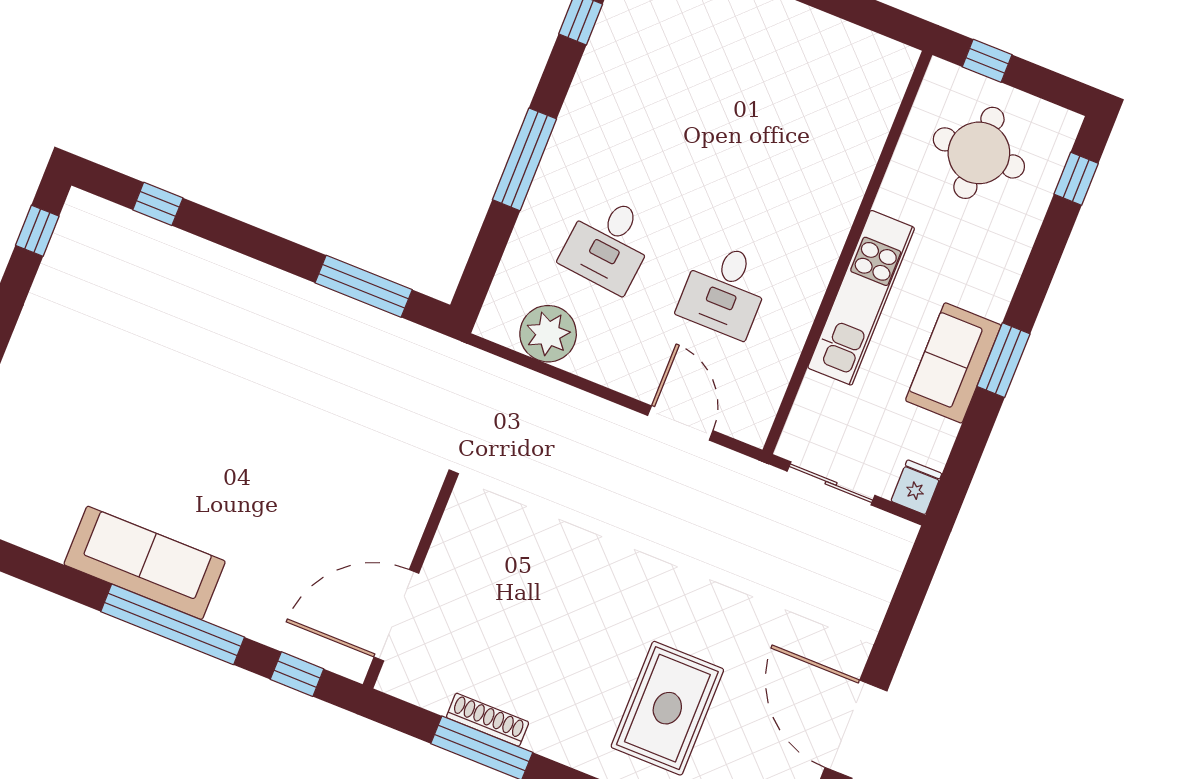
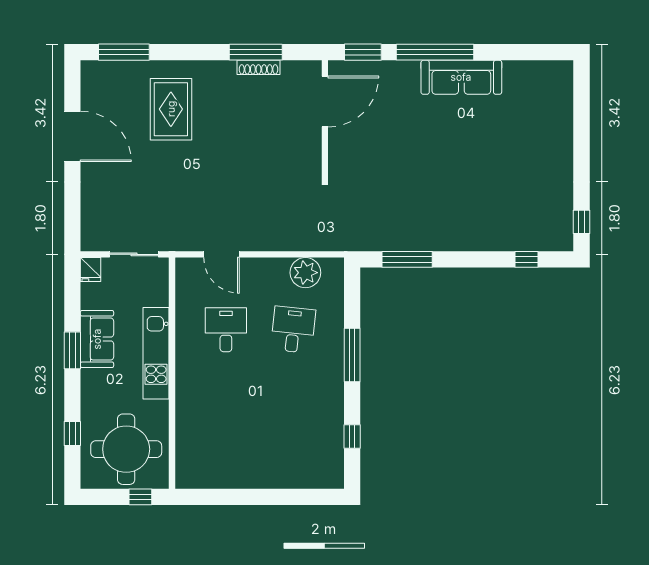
round table: (979, 153) -> (126, 449), width x1.36, depth x1.36
window: (1076, 179) -> (72, 434), moved
window: (297, 674) -> (363, 52), width x1.50

